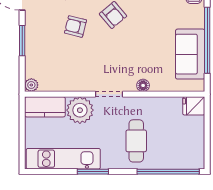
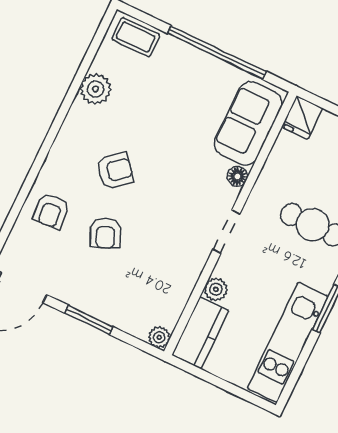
armchair: (75, 26) -> (105, 233), turned -38
sofa: (190, 54) -> (248, 123), moved, turned 90
plant: (80, 110) -> (216, 289), width x0.53, depth x0.53

